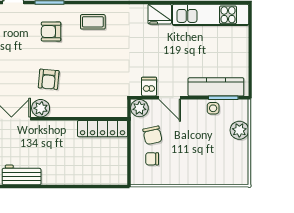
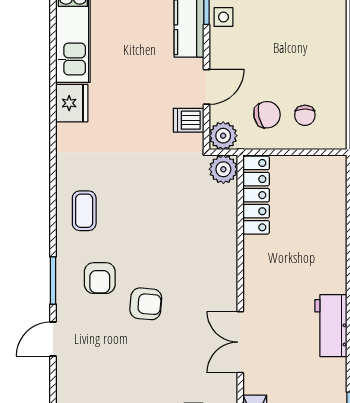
armchair: (49, 79) -> (146, 304), moved
plant: (41, 108) -> (223, 169), moved

